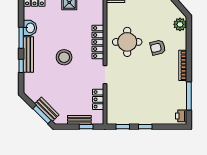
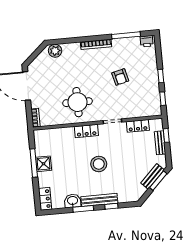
locker: (98, 42) -> (86, 131), width x0.66
armchair: (158, 47) -> (120, 77), moved

